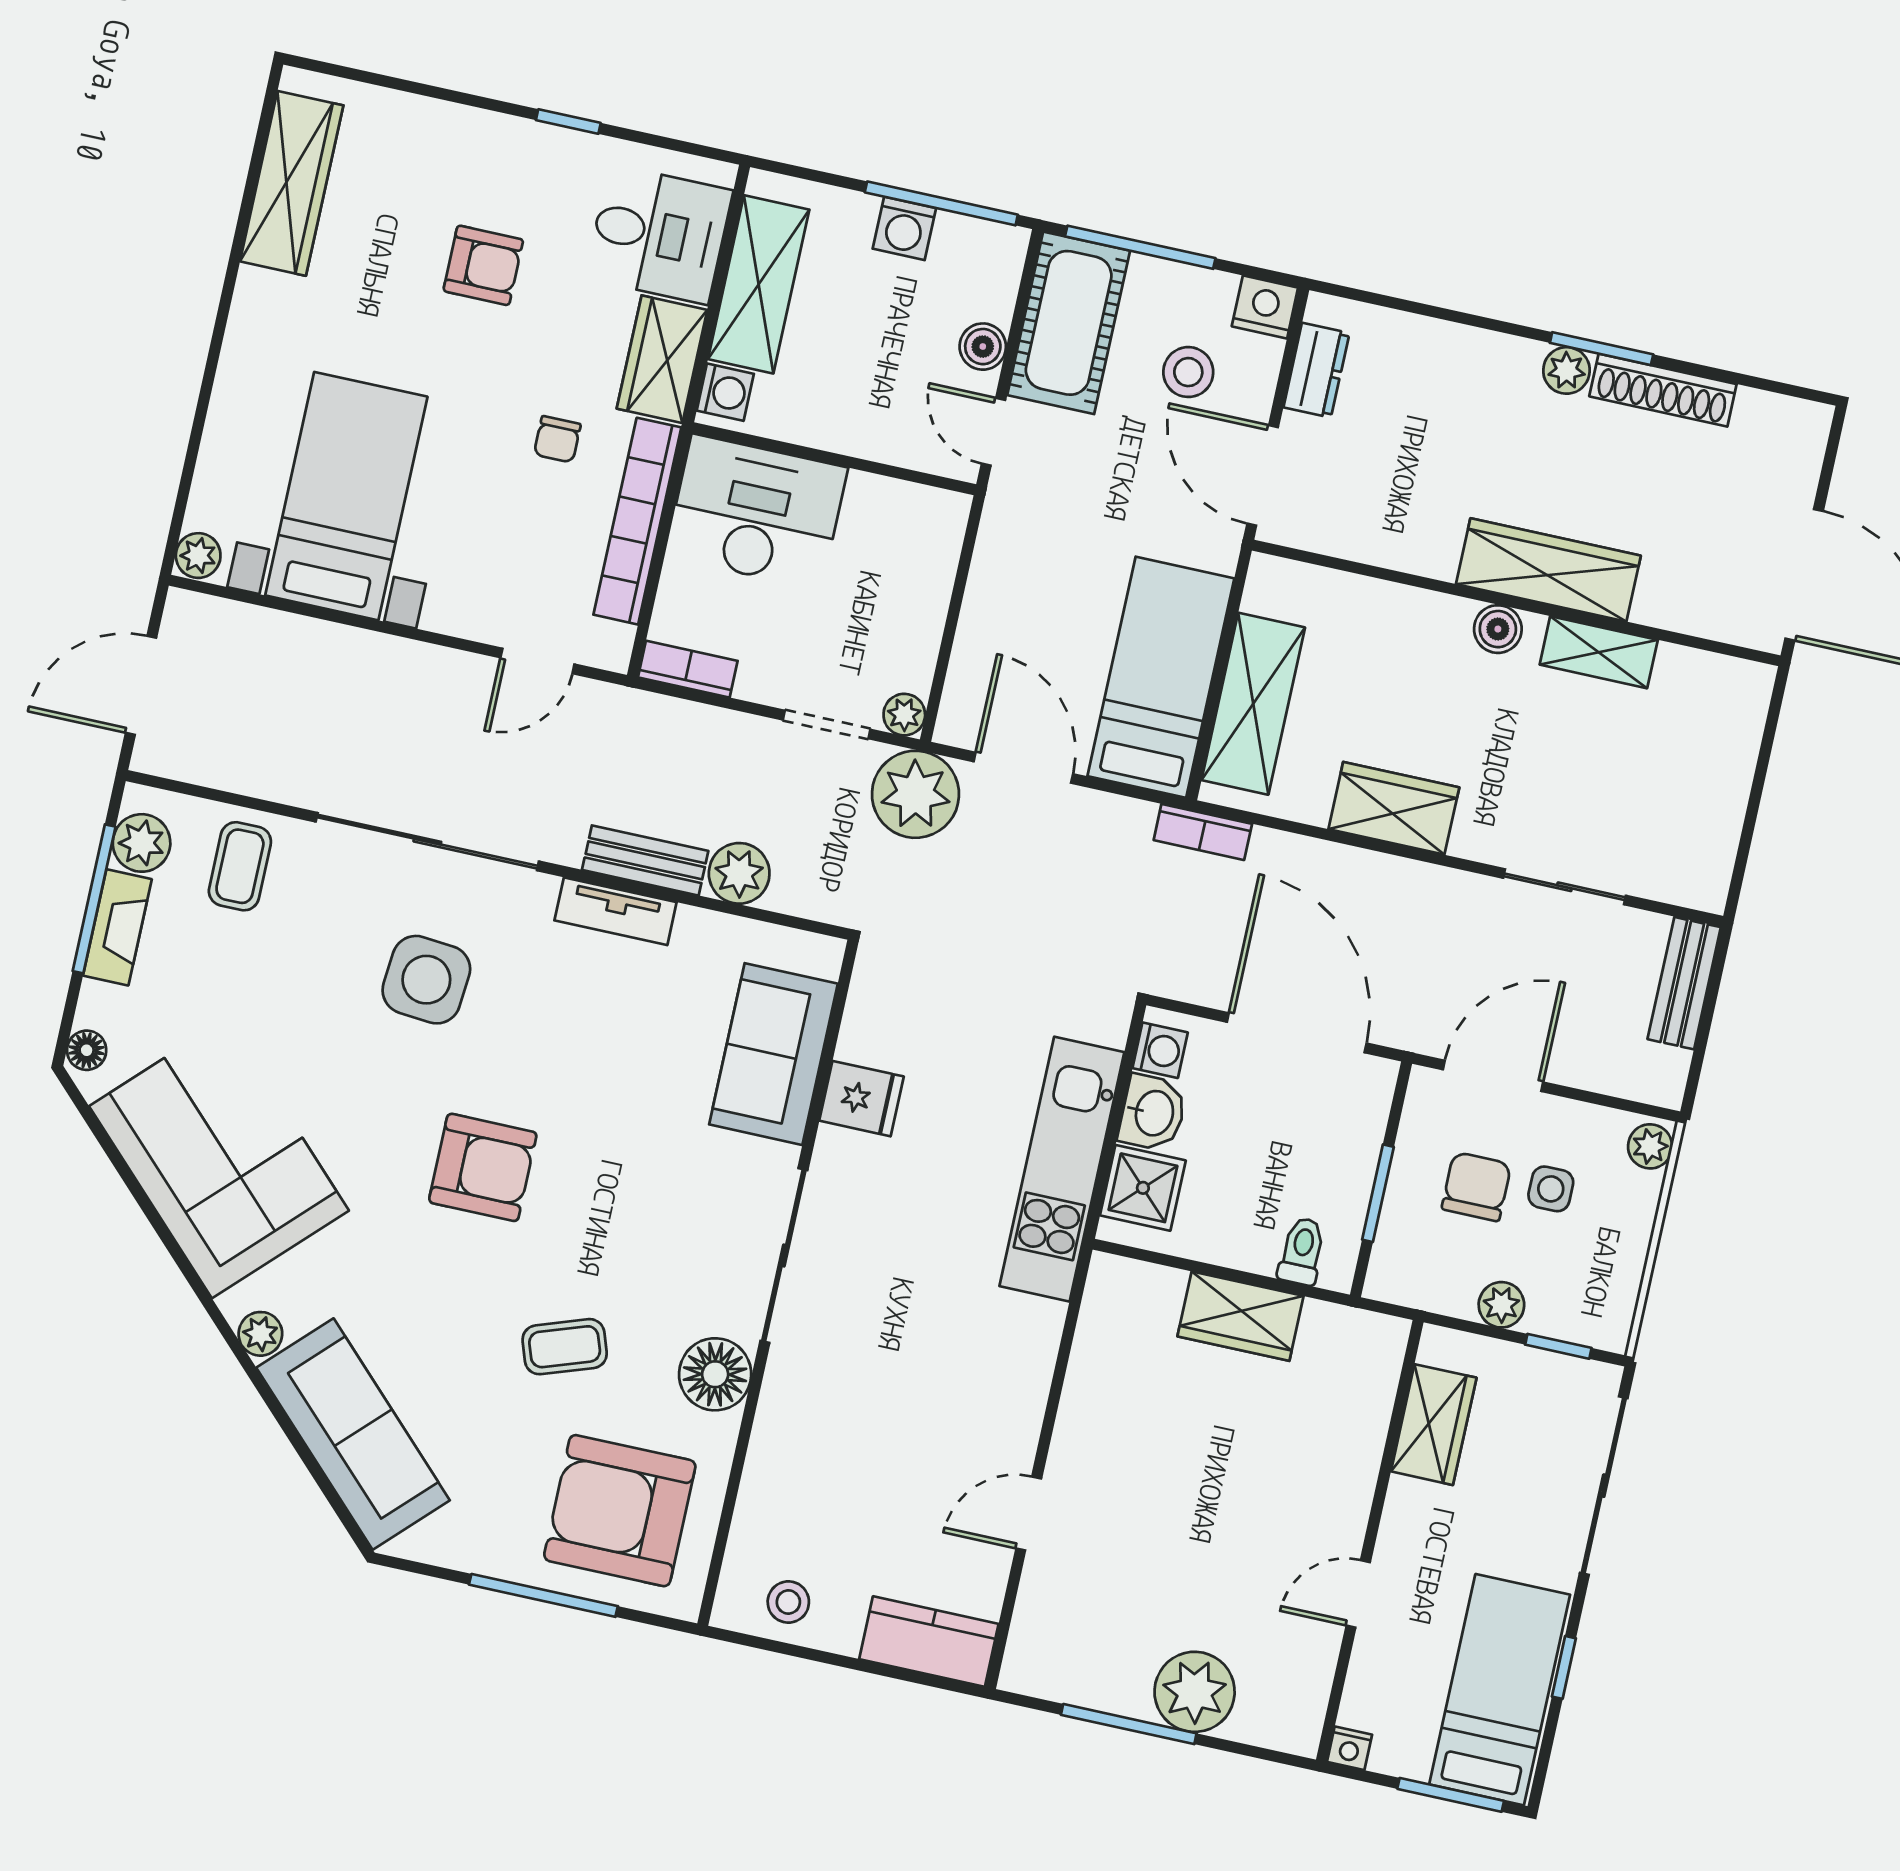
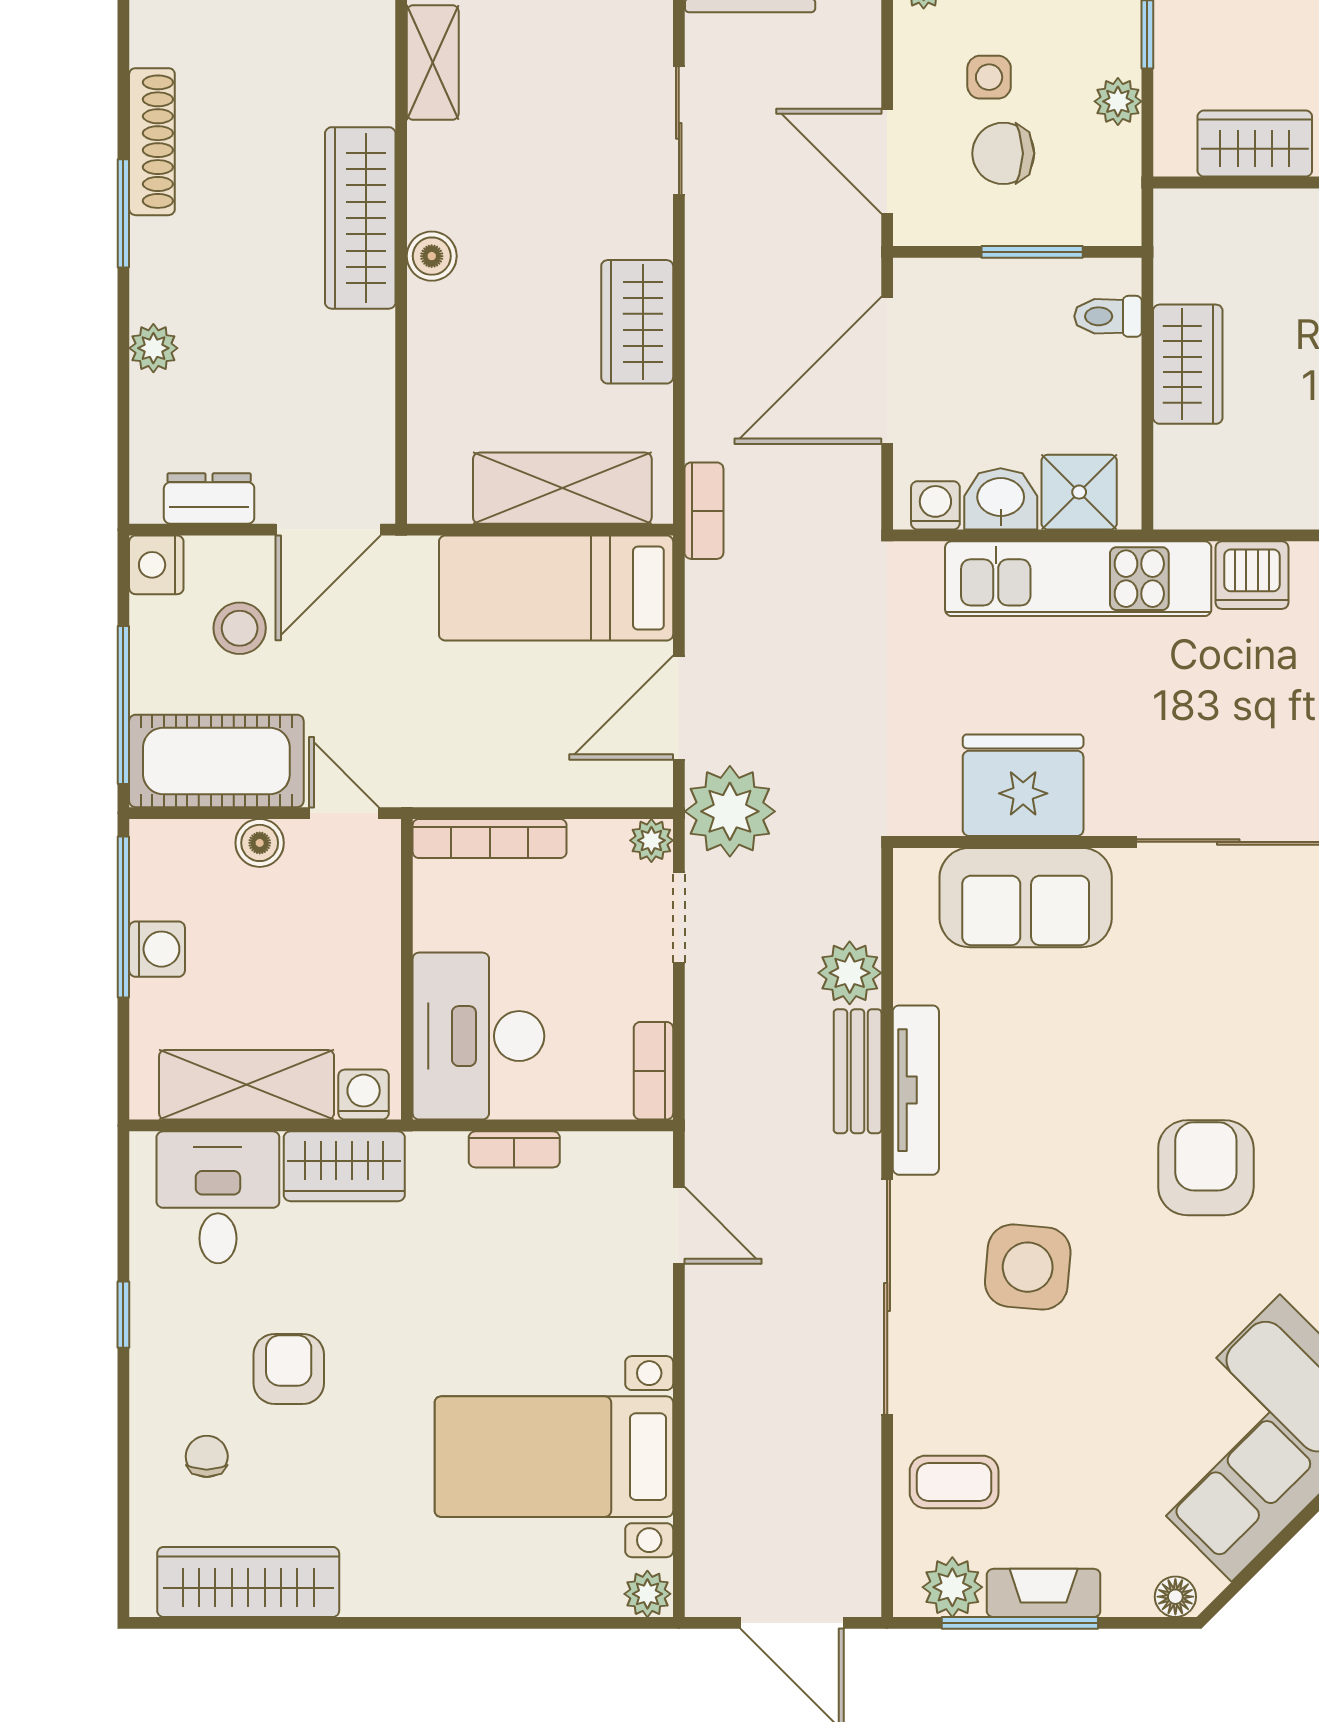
plant: (1566, 370) -> (153, 348), moved
door: (993, 432) -> (344, 813), swing flipped
chair: (557, 439) -> (207, 1456), moved, turned -90
bookcase: (637, 521) -> (514, 1149), width x0.43, depth x0.76
bookcase: (939, 563) -> (490, 839), added
shelving: (1599, 652) -> (433, 62), moved
tv unit: (616, 911) -> (916, 1090), width x1.41
fridge: (861, 1099) -> (1023, 785), width x1.88, depth x1.34
dishwasher: (1029, 1333) -> (1252, 575), added

